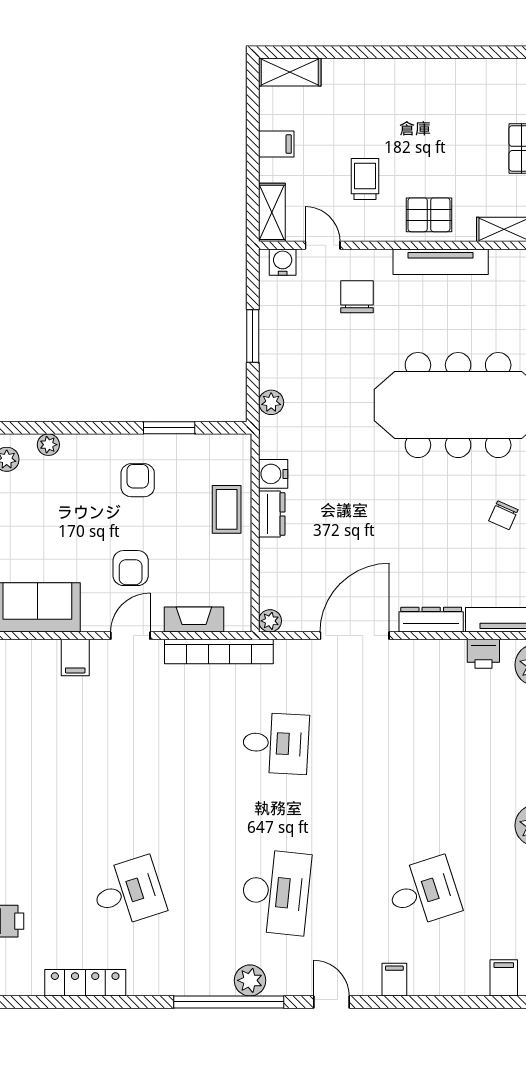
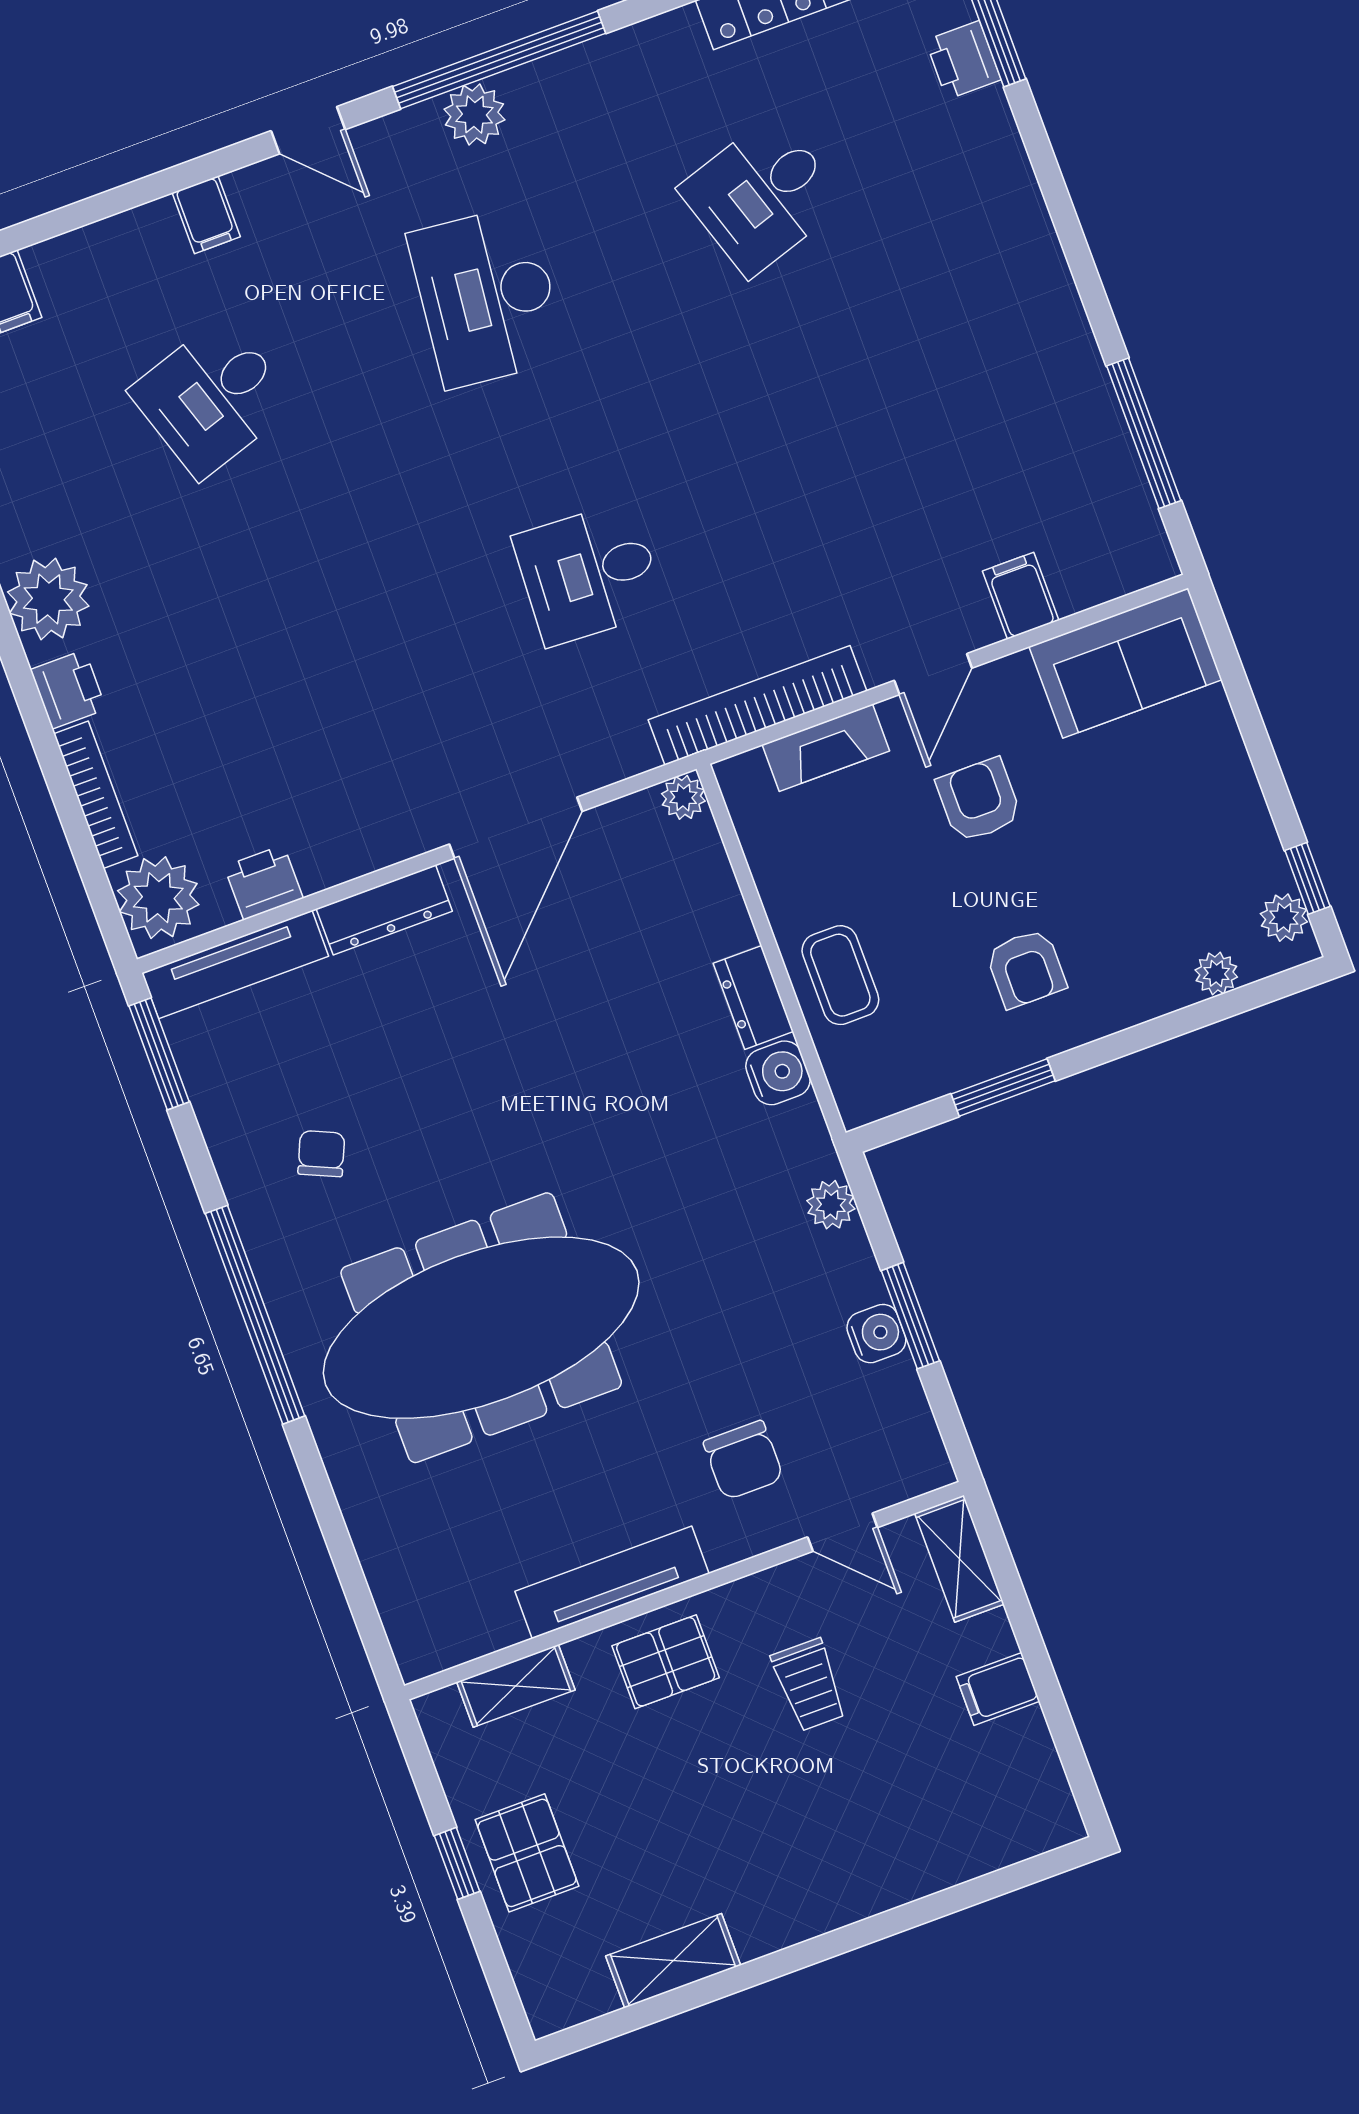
shelving: (290, 72) -> (673, 1961), moved
water cooler: (283, 262) -> (876, 1334), moved, turned -90

